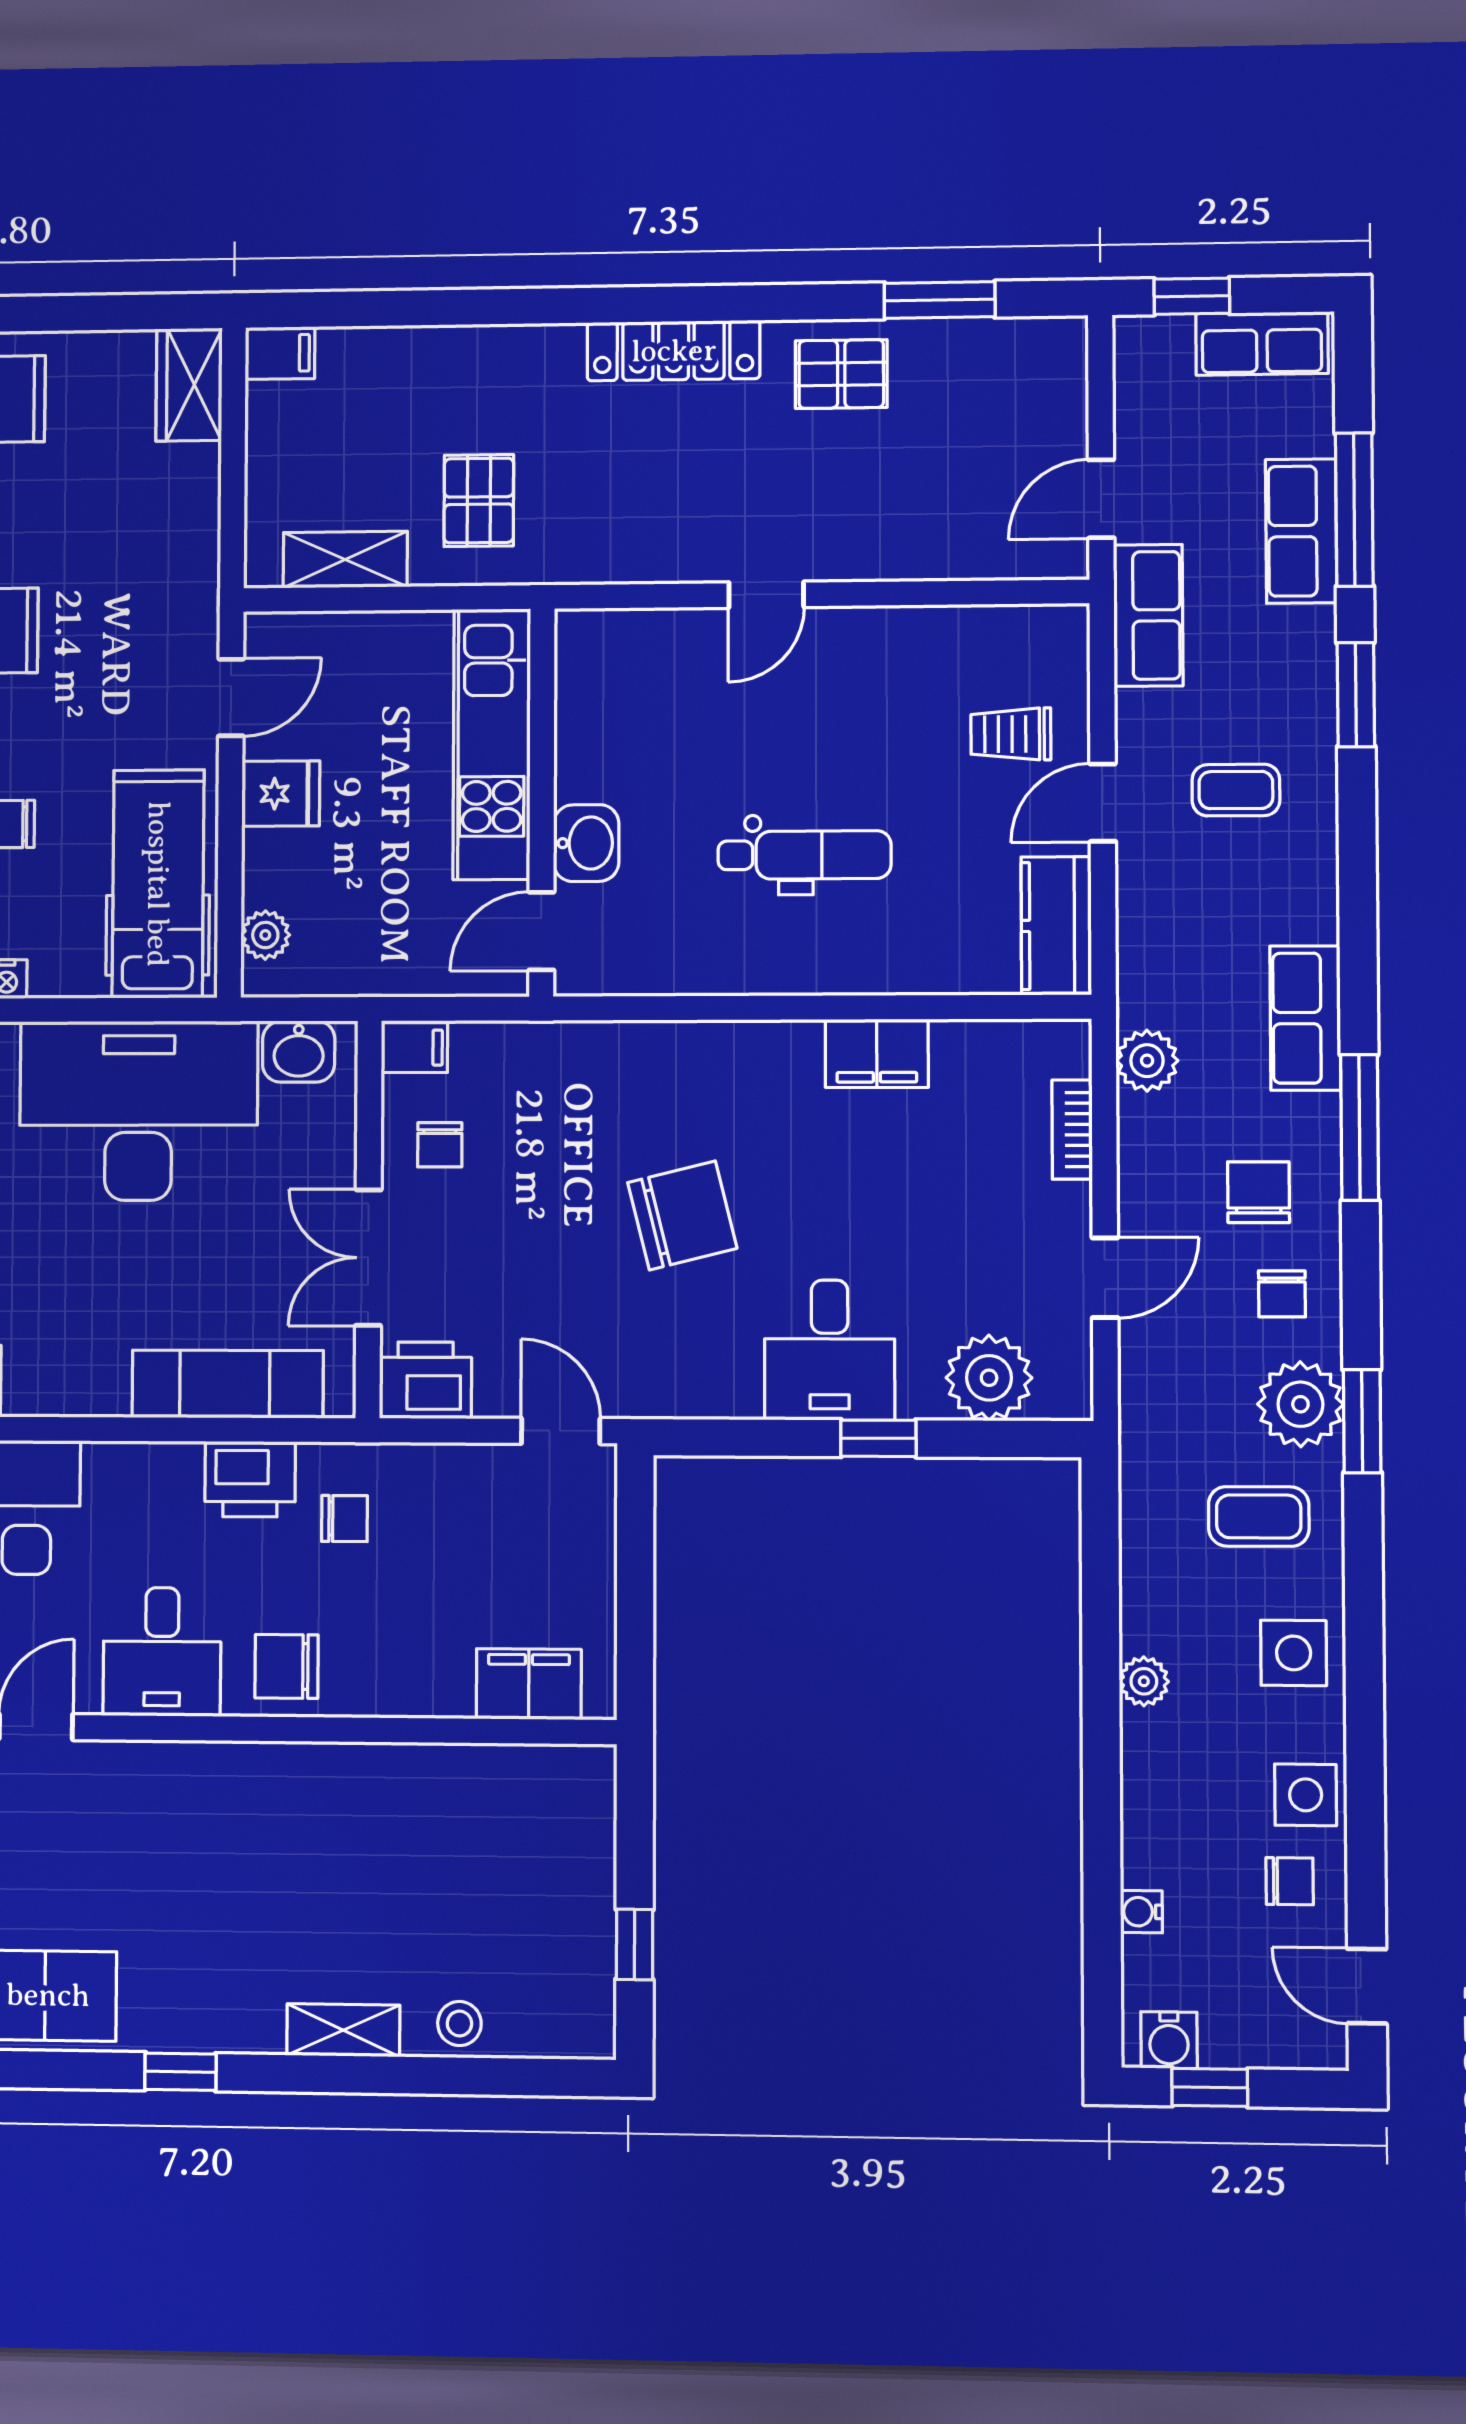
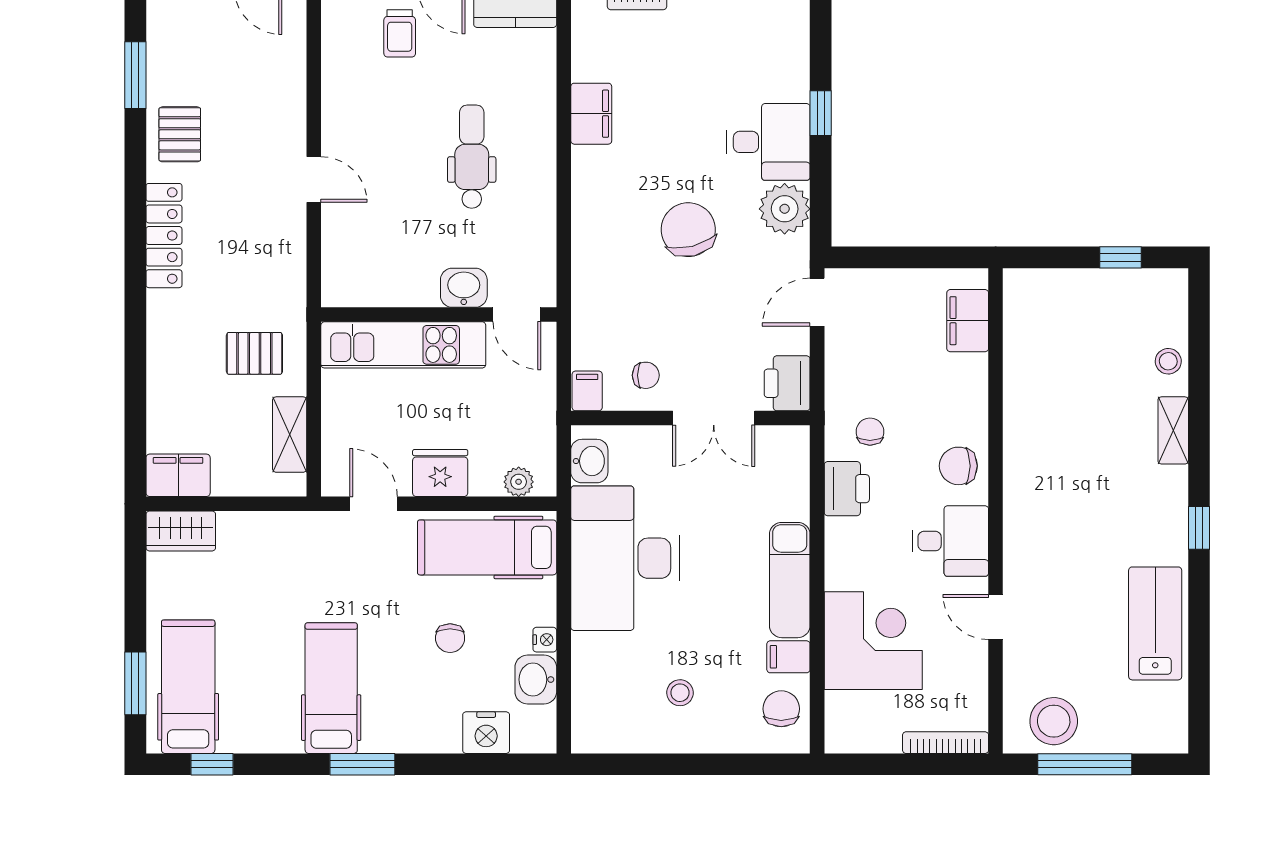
filing cabinet: (280, 353) -> (178, 475), width x2.00
fridge: (281, 794) -> (440, 473), width x1.38
plant: (989, 1378) -> (785, 209), moved
exam couch: (228, 1384) -> (790, 580), moved
chair: (287, 1666) -> (958, 466), turned 90

